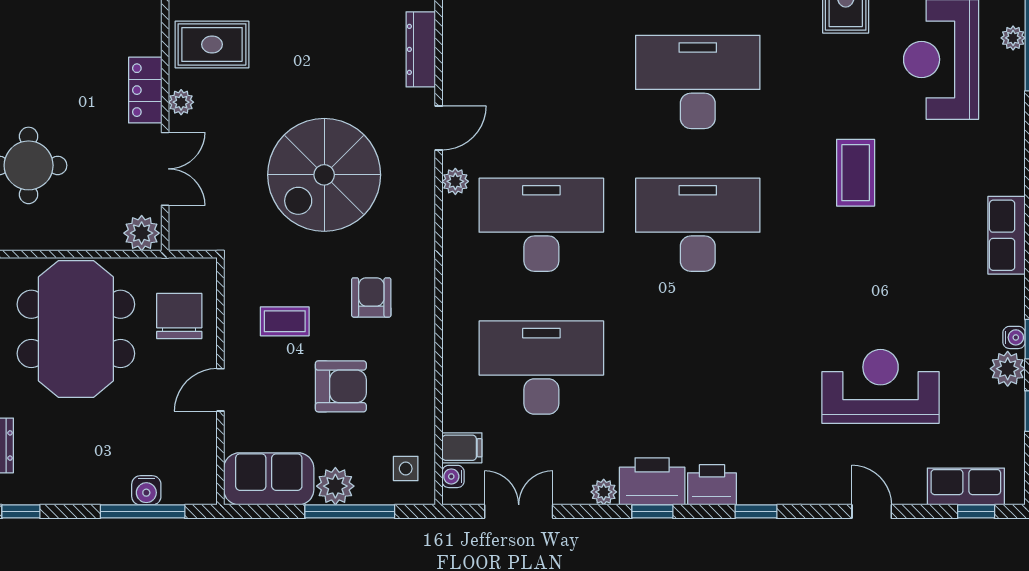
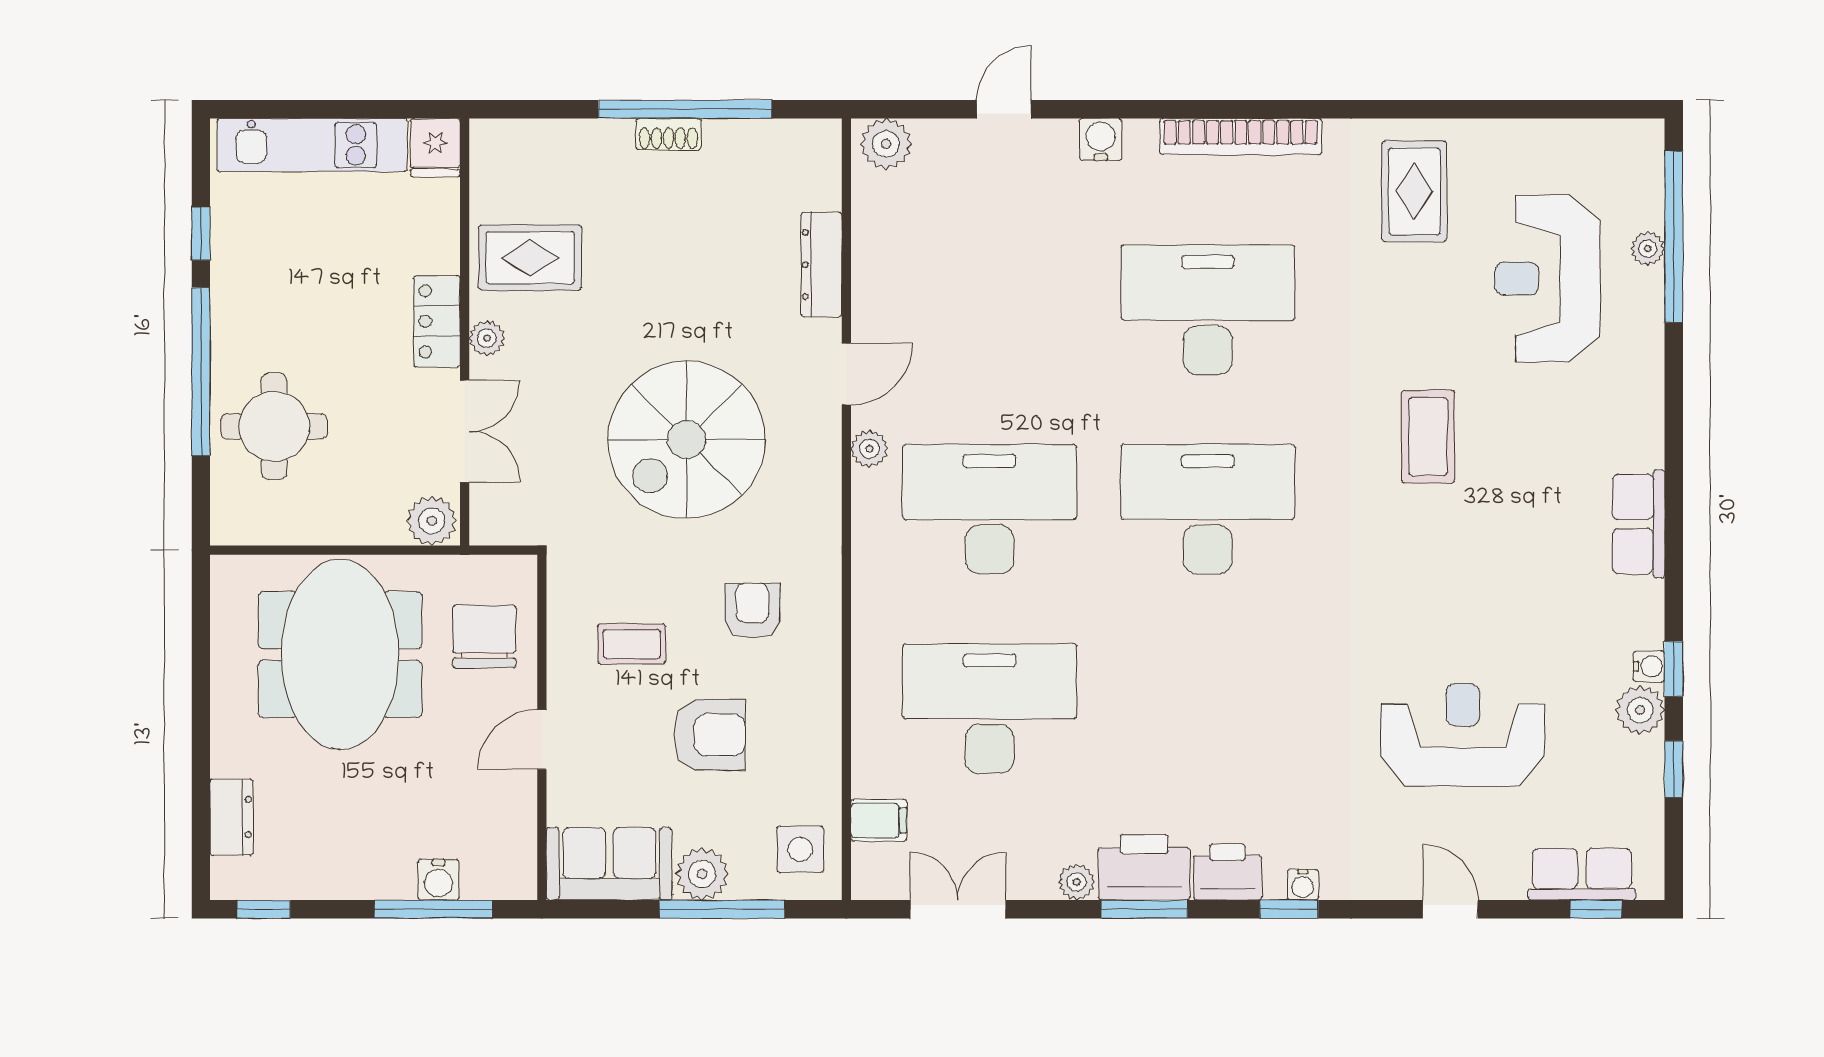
side table: (406, 469) -> (800, 849), width x1.37, depth x1.37
water cooler: (453, 476) -> (1303, 885), moved, turned -90
window: (652, 511) -> (1144, 909), width x1.50

